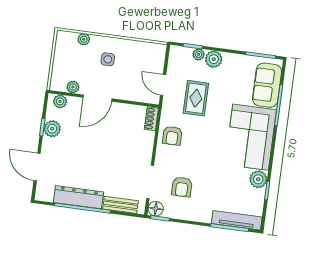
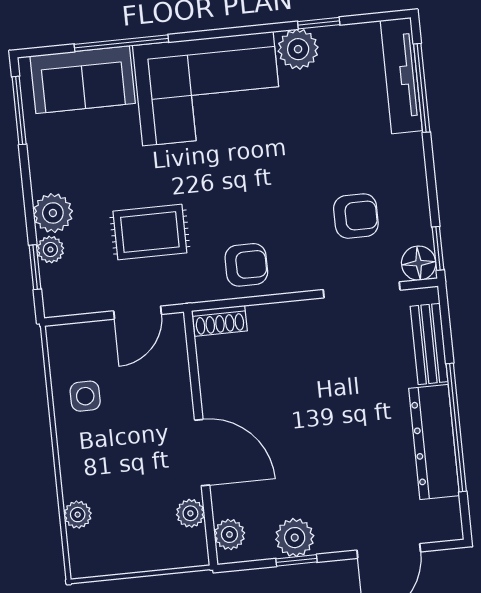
side table: (108, 59) -> (85, 396), moved

